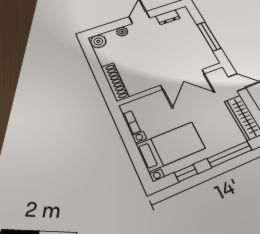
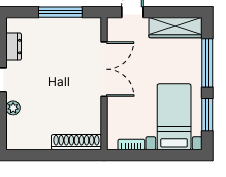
plant: (98, 41) -> (16, 140), removed
window: (186, 173) -> (207, 115), width x1.50

